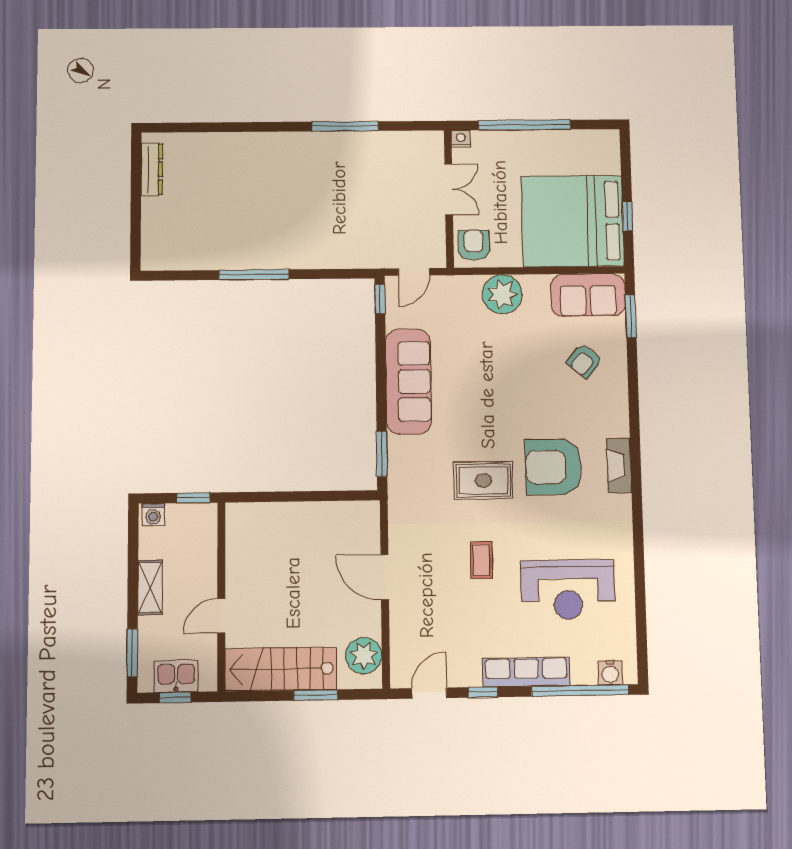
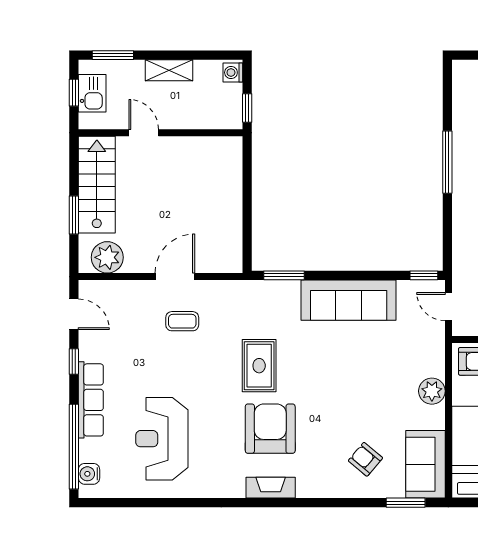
plant: (502, 294) -> (432, 391), width x0.73, depth x0.73
coffee table: (481, 560) -> (182, 321), moved

